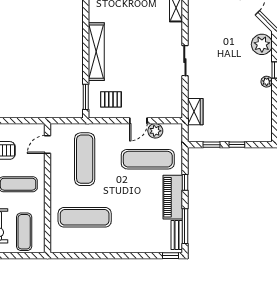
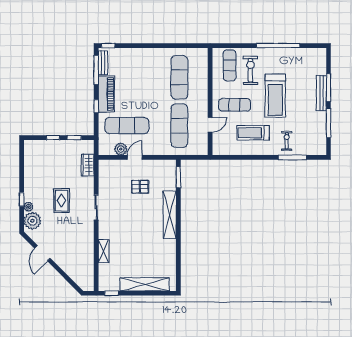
rug: (227, 69) -> (62, 201), added
plant: (267, 82) -> (28, 207), moved
pallet: (111, 99) -> (140, 187), moved
door: (47, 145) -> (210, 125), moved
exercise mat: (85, 217) -> (179, 77), turned 90

